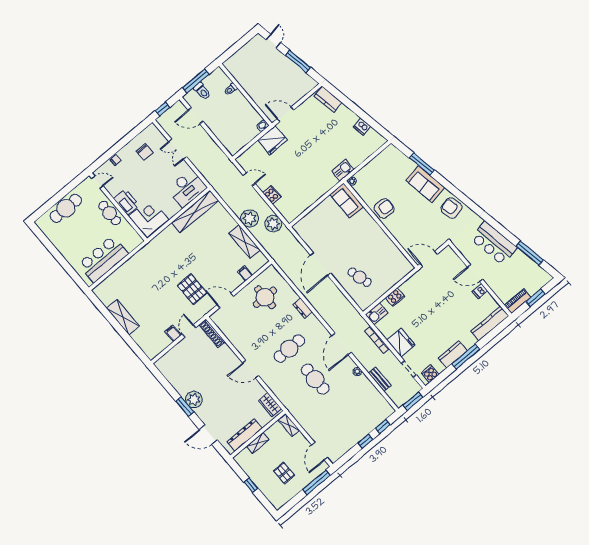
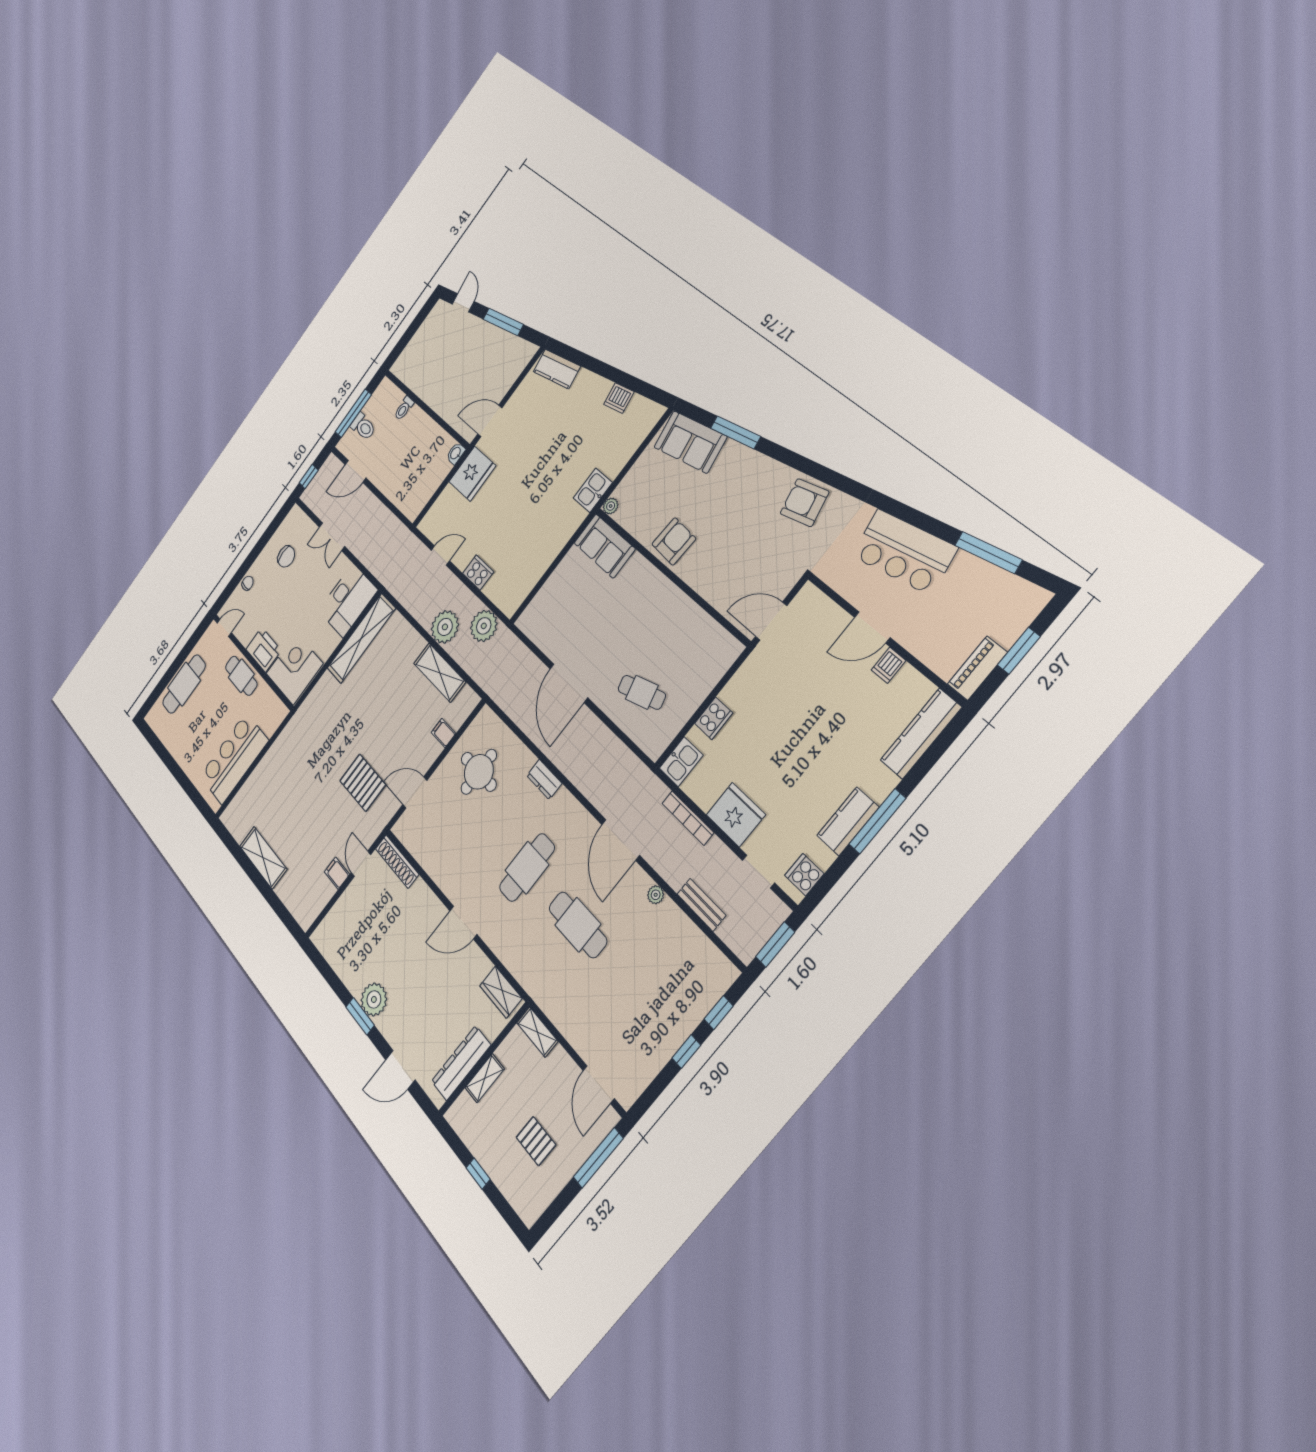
sofa: (425, 184) -> (690, 442), moved

